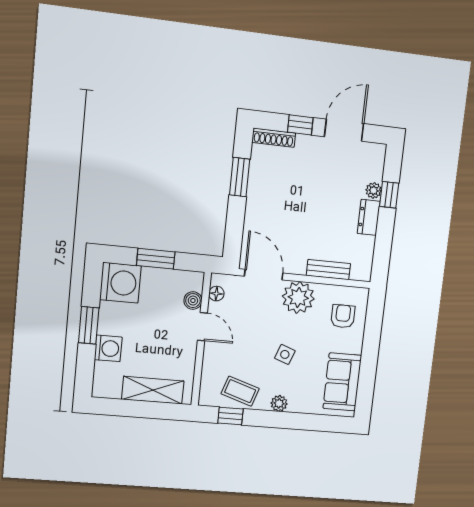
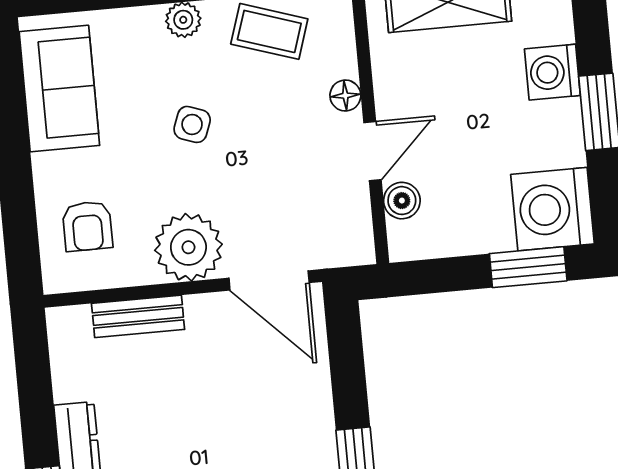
window: (156, 259) -> (528, 267), moved
floor lamp: (216, 294) -> (345, 96), moved
door: (202, 327) -> (372, 151), swing flipped

